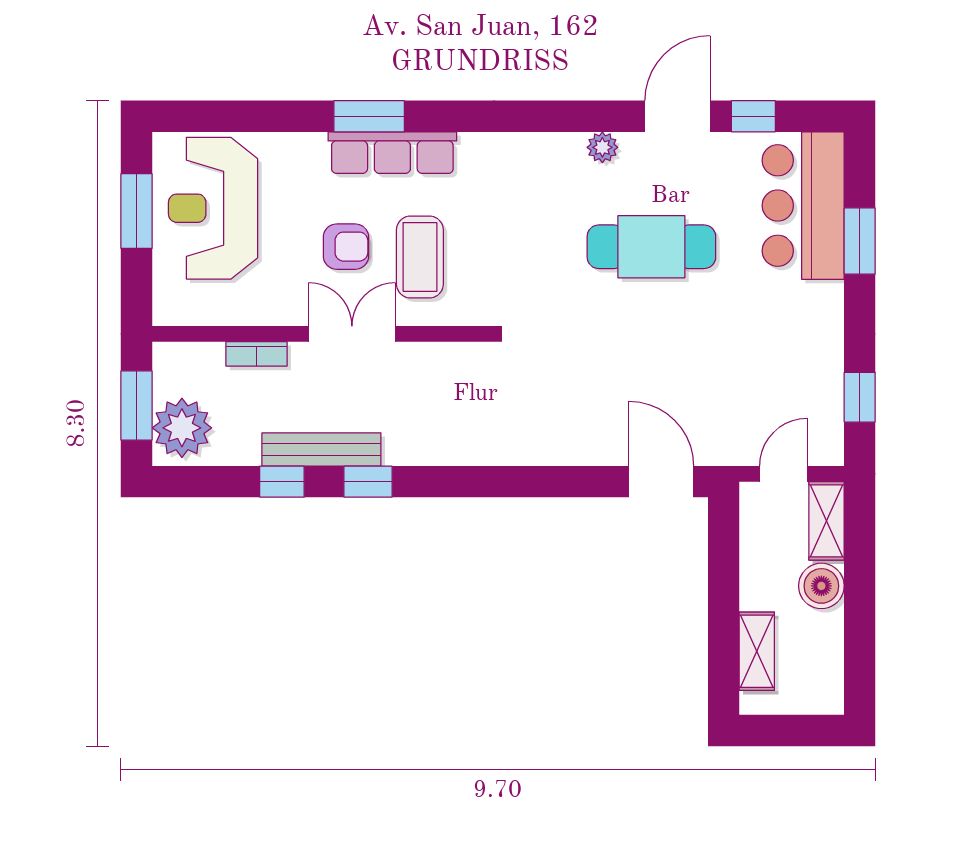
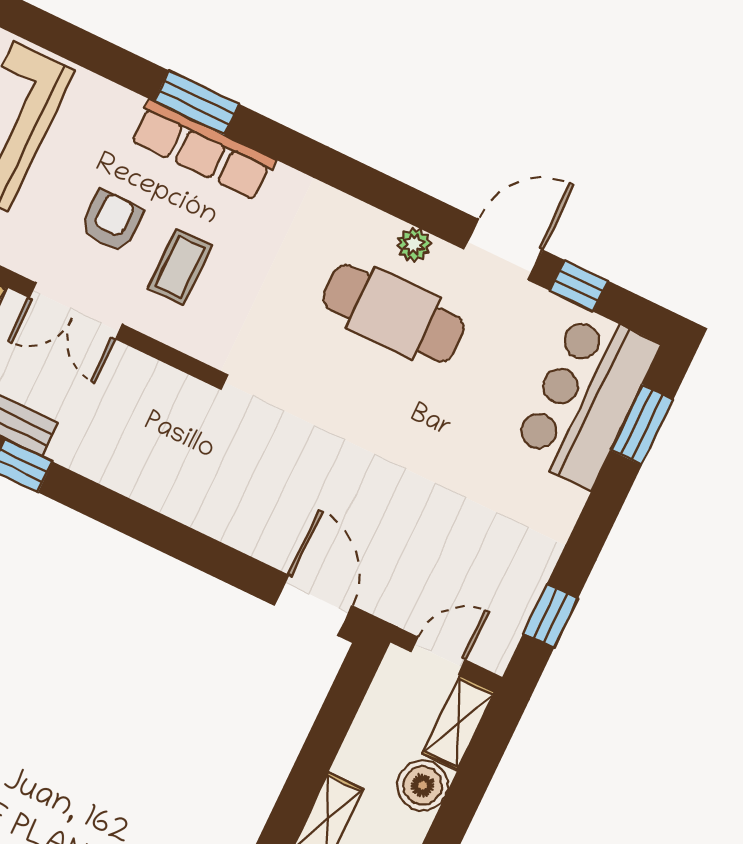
window: (860, 241) -> (642, 425), moved
armchair: (346, 247) -> (111, 221), turned -90
cafe table: (651, 247) -> (393, 313), moved
coffee table: (420, 257) -> (180, 267), width x0.73, depth x0.77
double door: (352, 334) -> (76, 311), swing flipped

